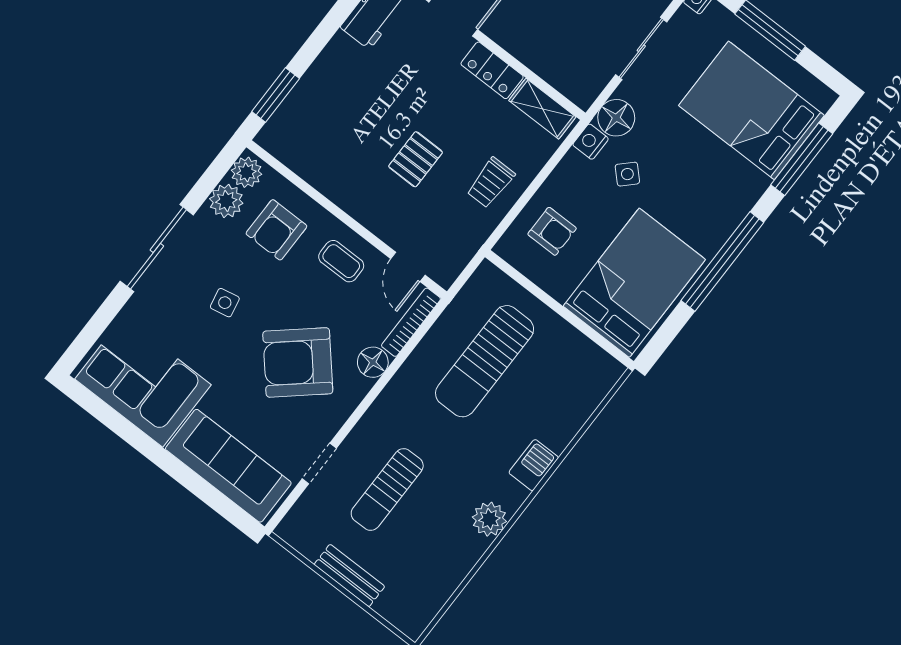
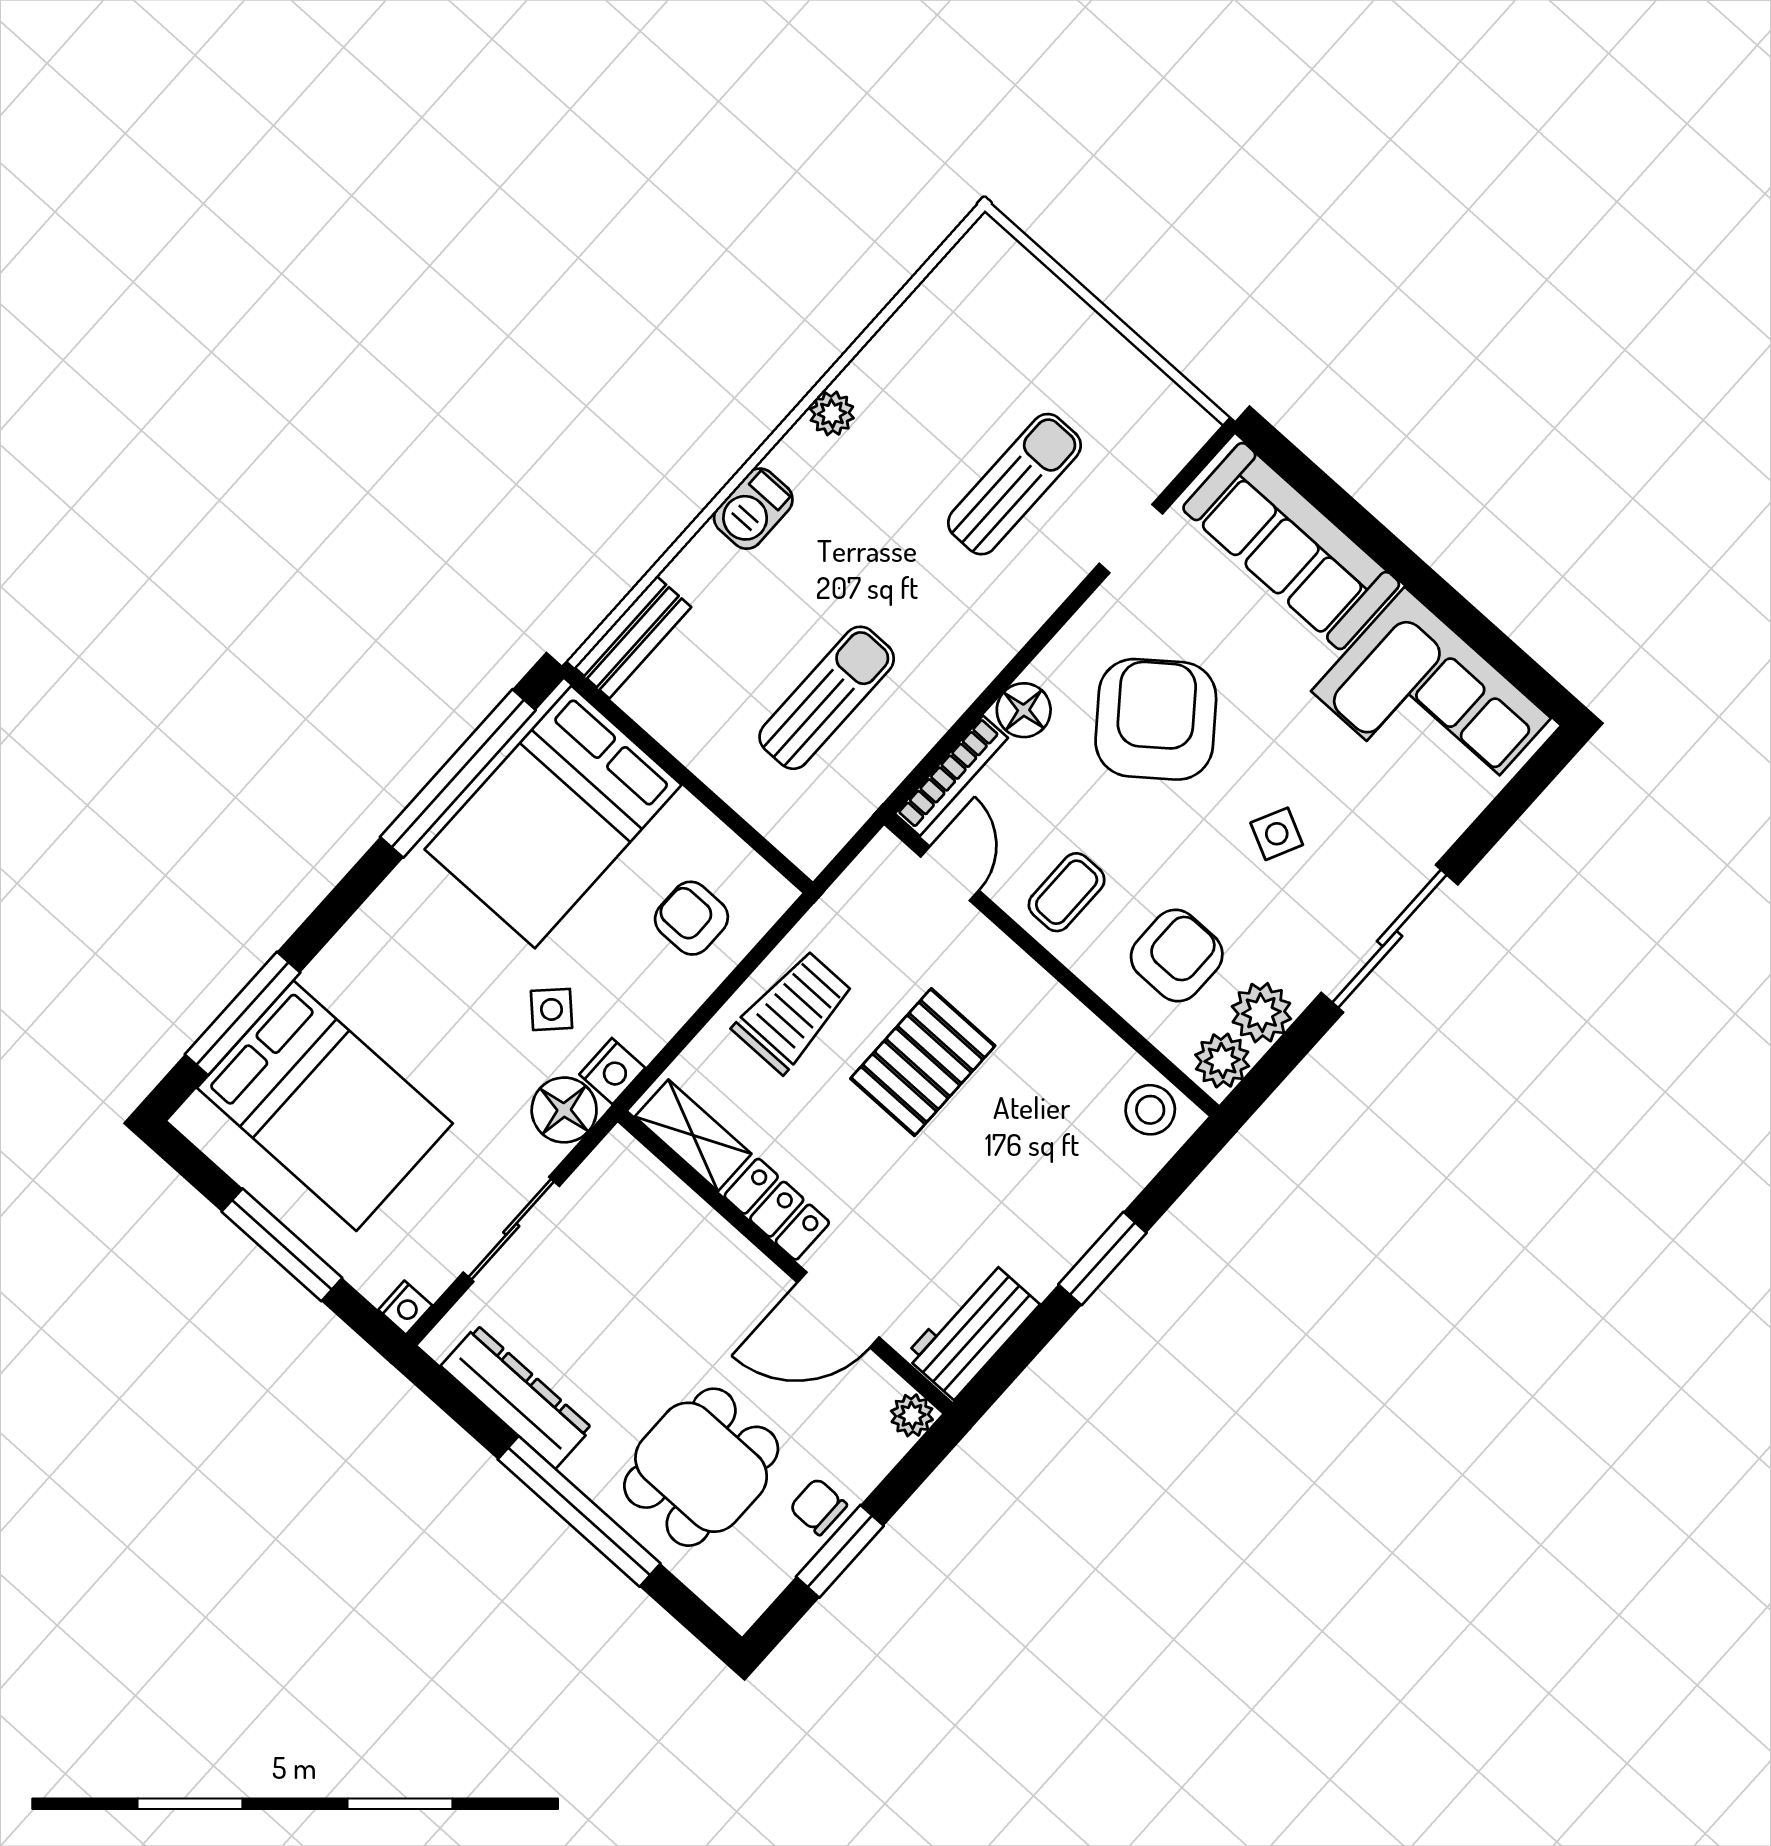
window: (276, 95) -> (1102, 1259), moved
stool: (285, 142) -> (1150, 1110), added
pallet: (416, 159) -> (923, 1062), width x1.50, depth x1.42
trolley: (491, 183) -> (793, 1012), width x1.36, depth x1.39
coffee table: (341, 261) -> (1067, 892), turned 90
window: (722, 262) -> (458, 773), moved
side table: (225, 303) -> (1277, 834), turned 38
sun lounger: (485, 361) -> (827, 698), width x0.73, depth x0.75
armchair: (298, 362) -> (1156, 719), turned -87
plant: (489, 519) -> (832, 413), width x0.73, depth x0.73
bench: (349, 576) -> (633, 637), moved, turned 90

